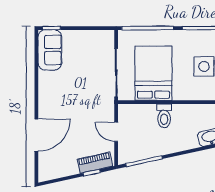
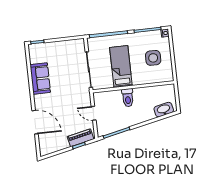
sofa: (50, 50) -> (40, 78), moved
bed: (153, 73) -> (121, 67), width x0.67
door: (36, 135) -> (35, 122), hinge flipped

